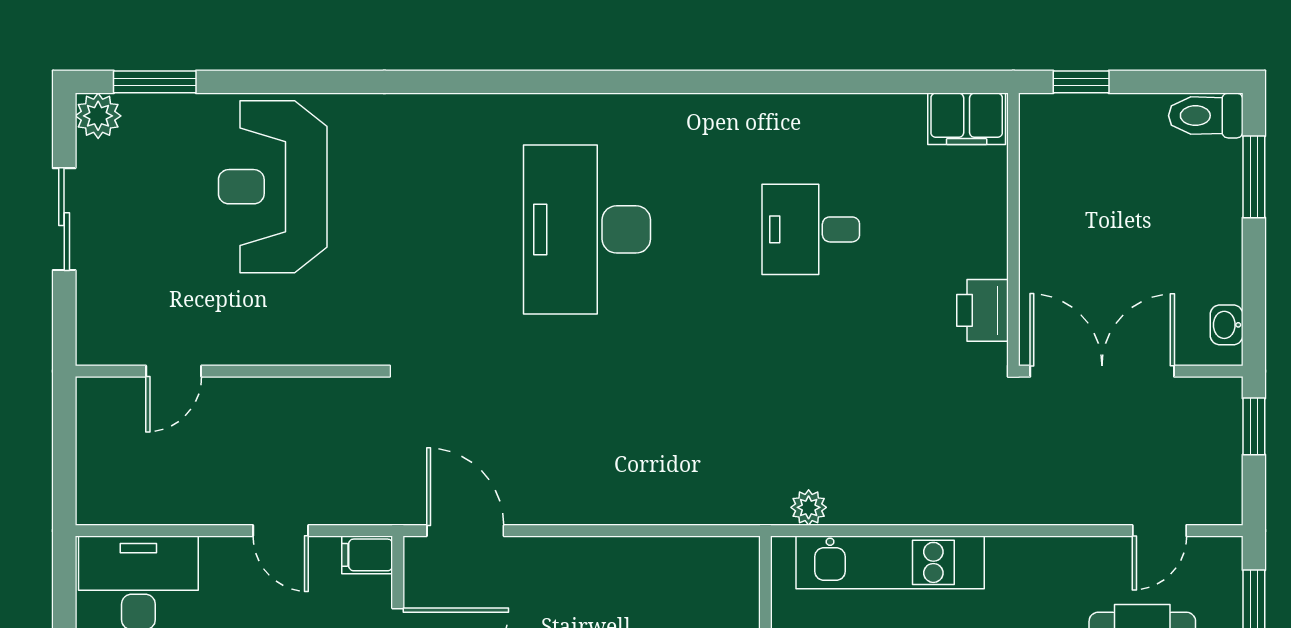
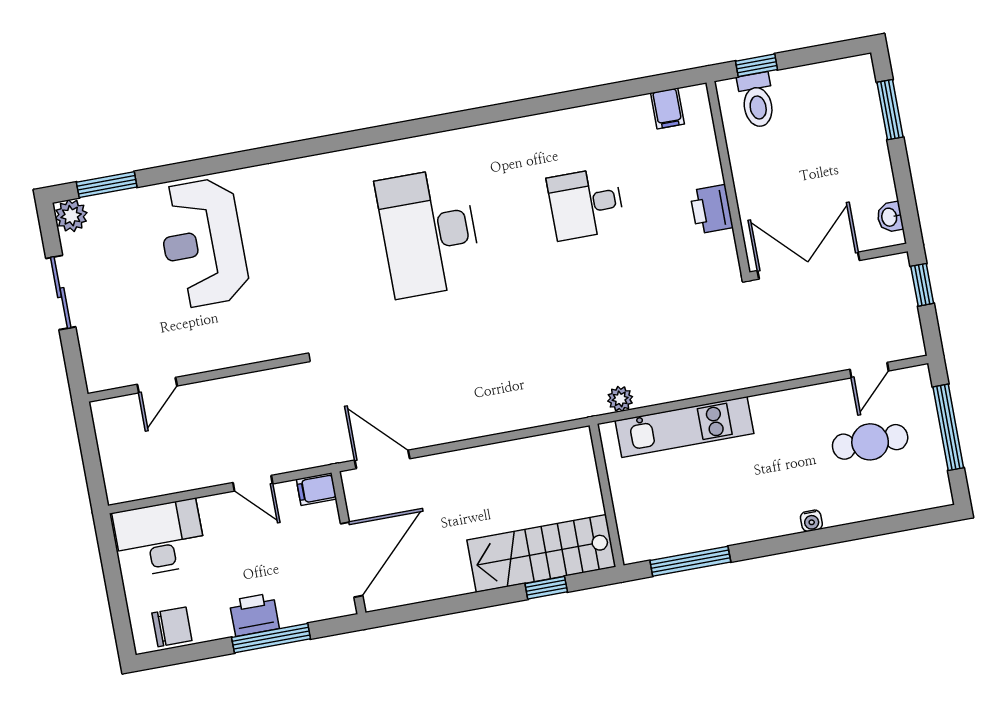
toilet: (1206, 116) -> (757, 100), moved, turned -90
filing cabinet: (967, 119) -> (667, 108), width x0.50
printer: (982, 310) -> (711, 209), moved

